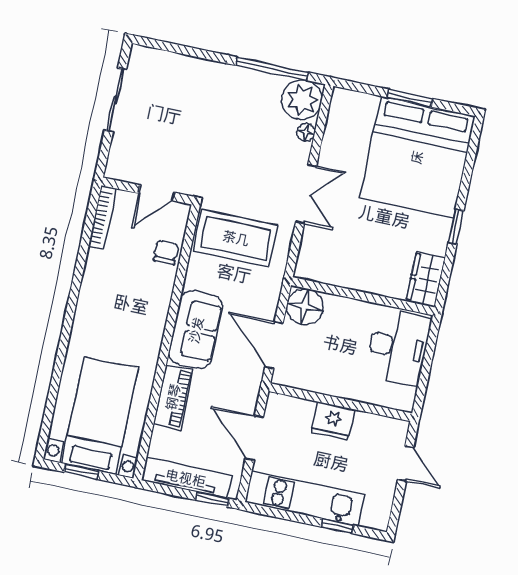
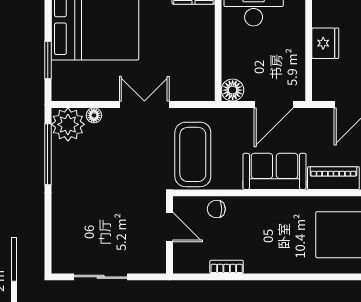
window: (410, 98) -> (48, 60), moved
bookcase: (103, 217) -> (227, 267), moved, width x0.64
floor lamp: (305, 307) -> (233, 90), width x0.73, depth x0.73

